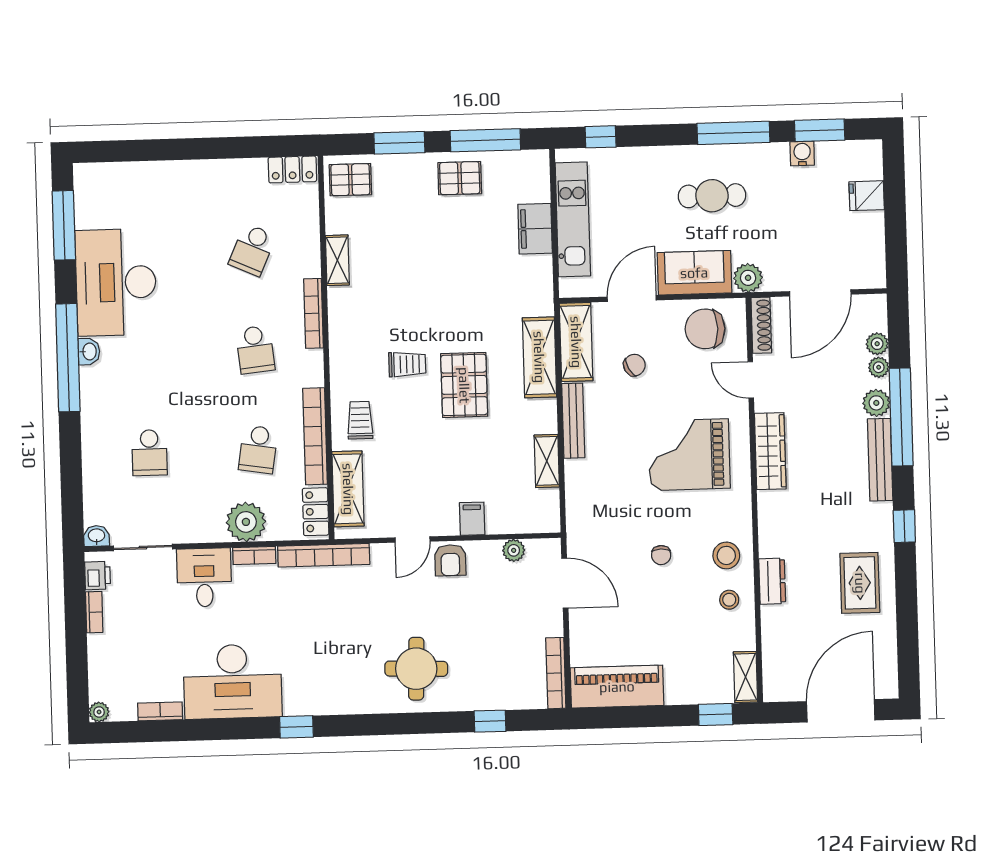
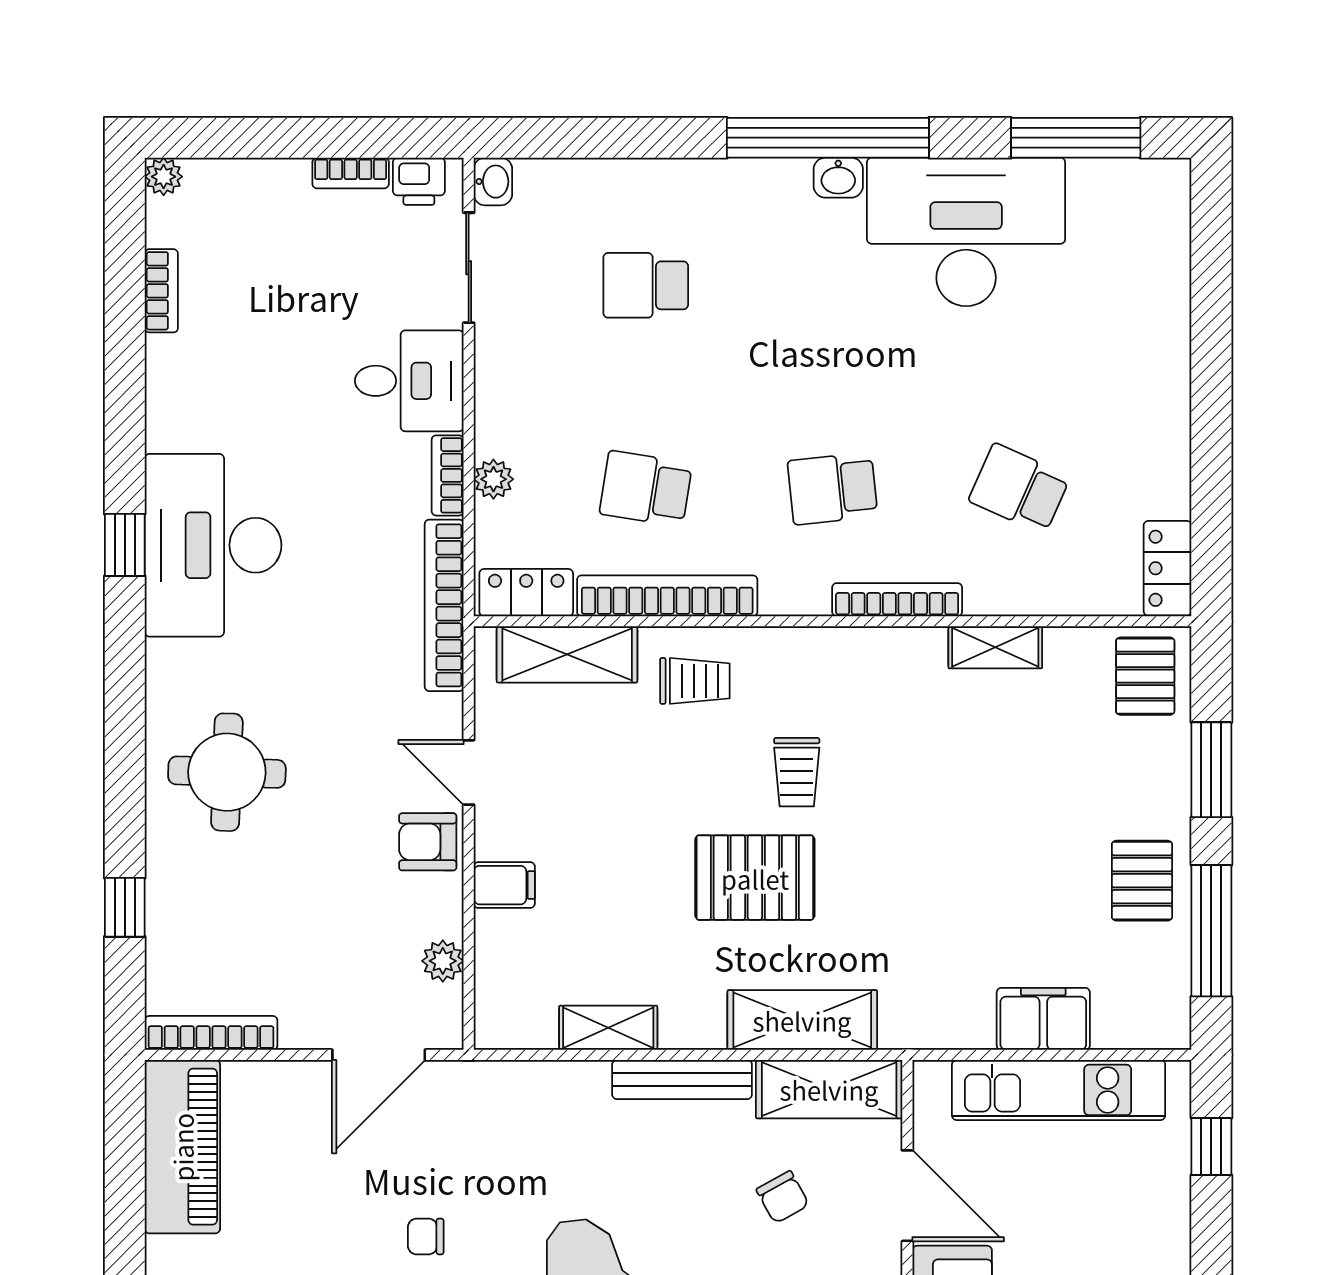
plant: (246, 522) -> (493, 479), width x0.53, depth x0.53
desk: (232, 682) -> (213, 545), moved

